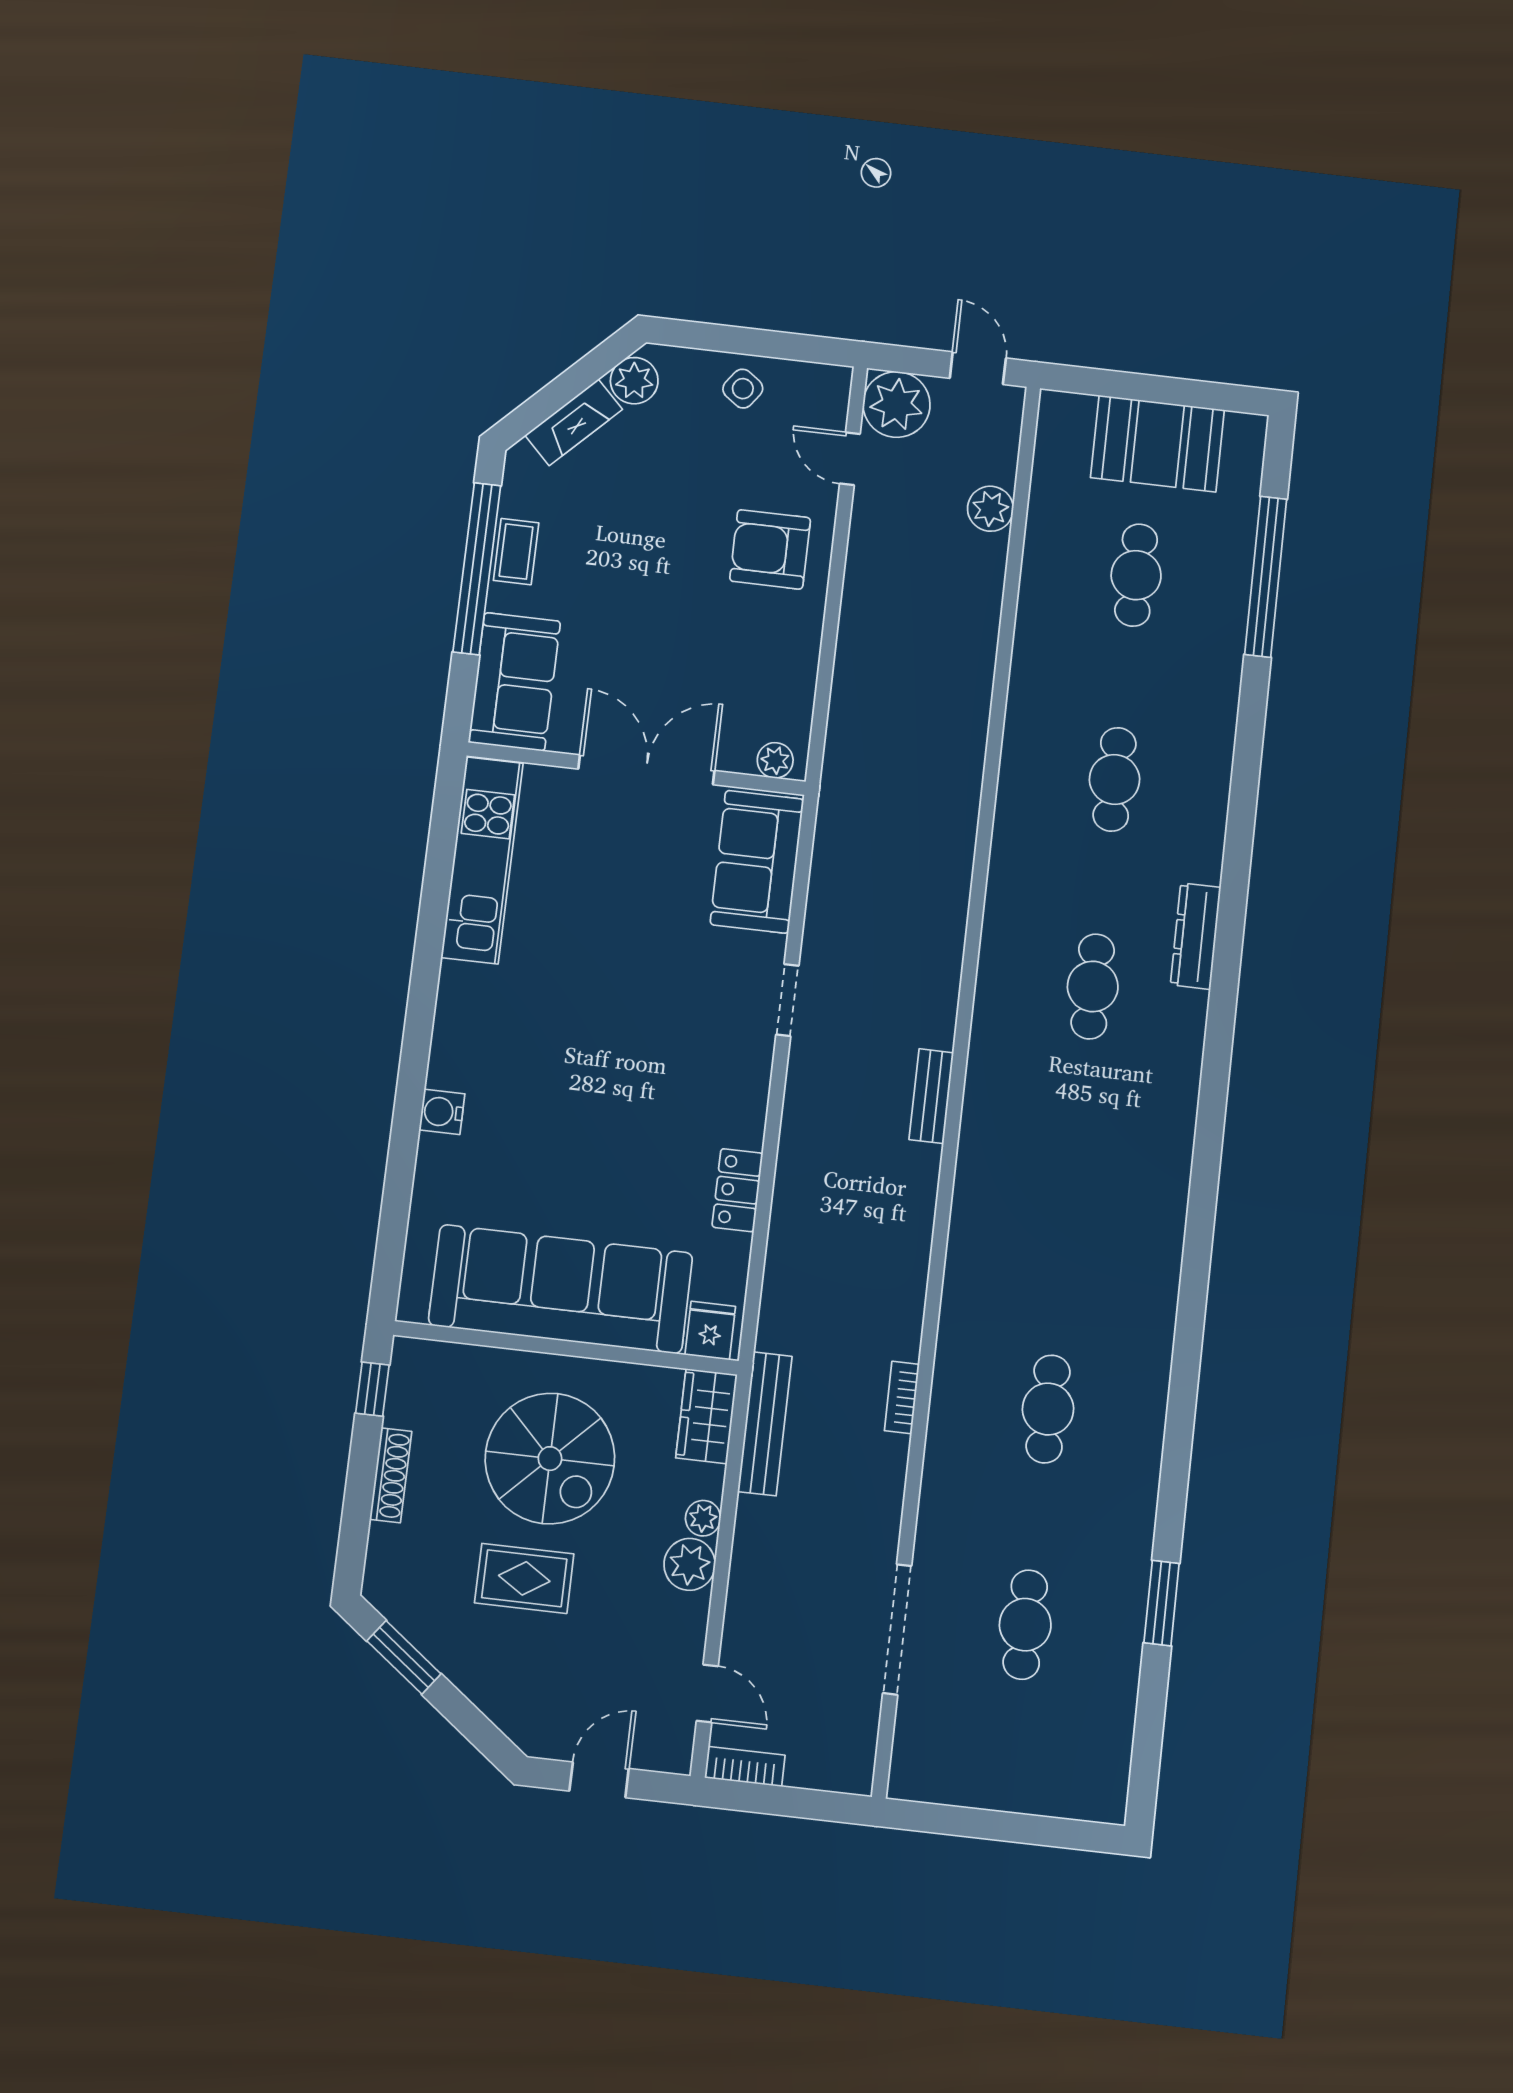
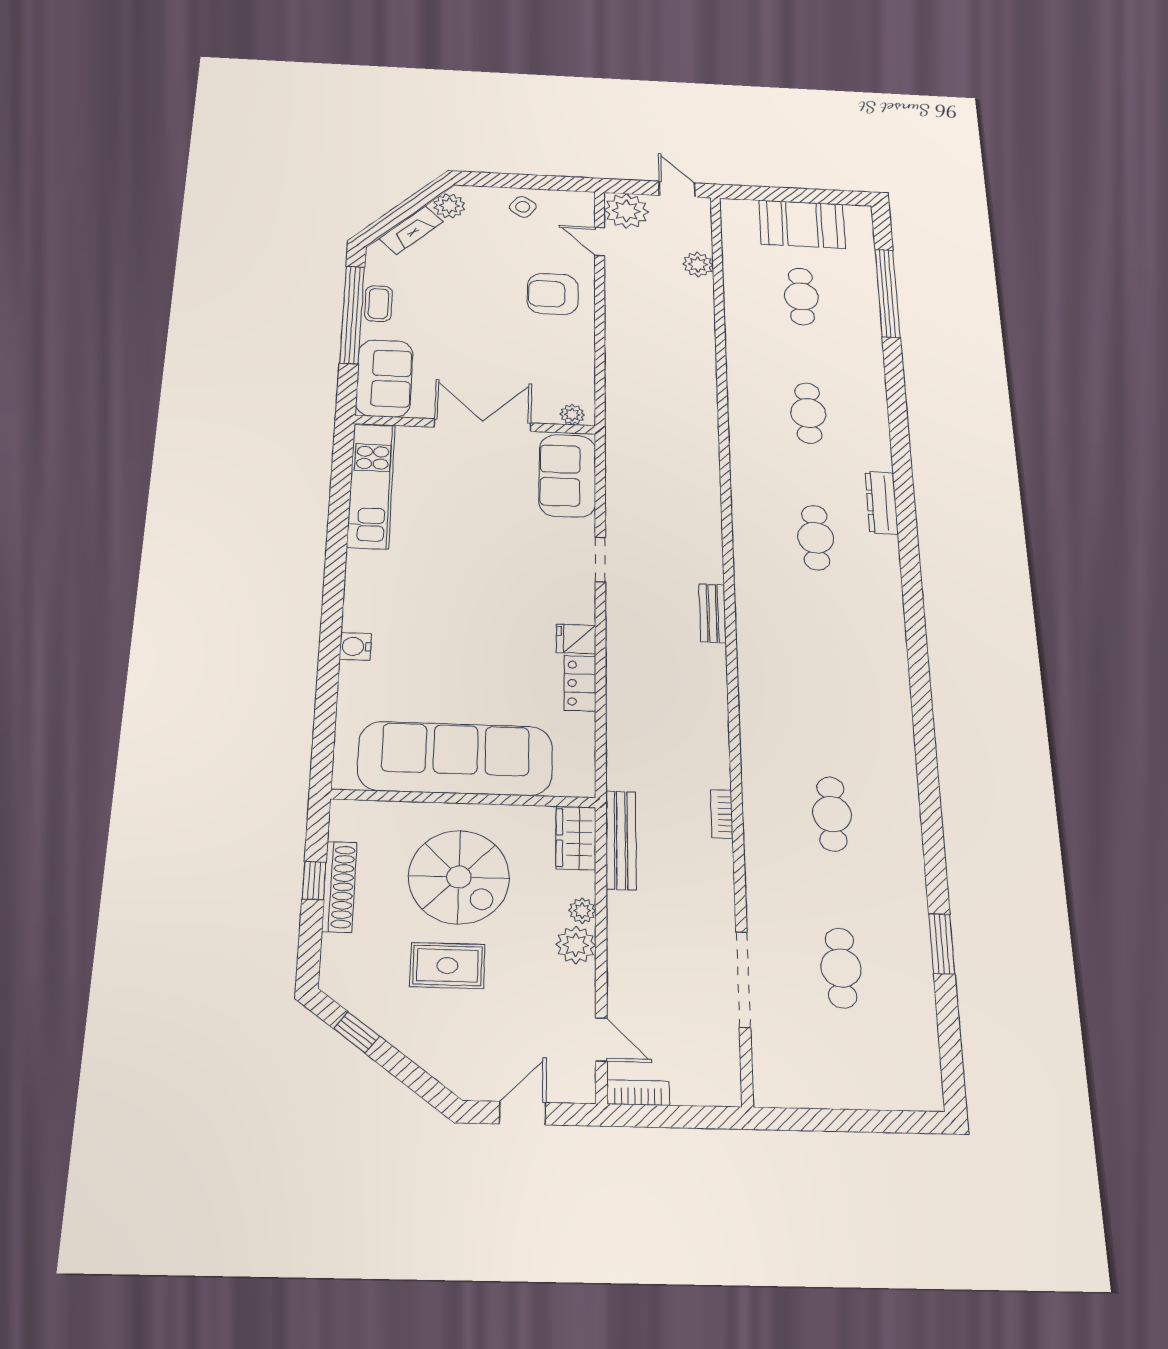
fridge: (710, 1331) -> (576, 639), moved, turned -90
window: (372, 1389) -> (314, 881), moved
shoe rack: (391, 1475) -> (339, 887), width x1.36, depth x1.24
window: (404, 1657) -> (357, 1032), width x0.67

